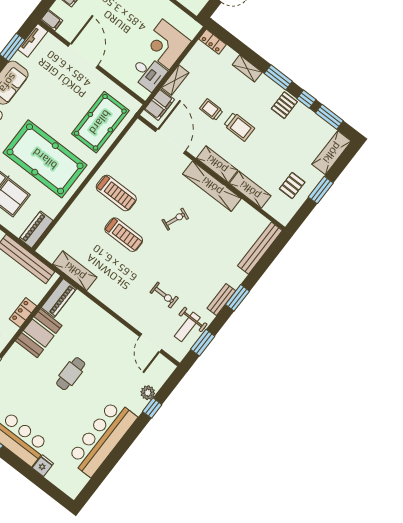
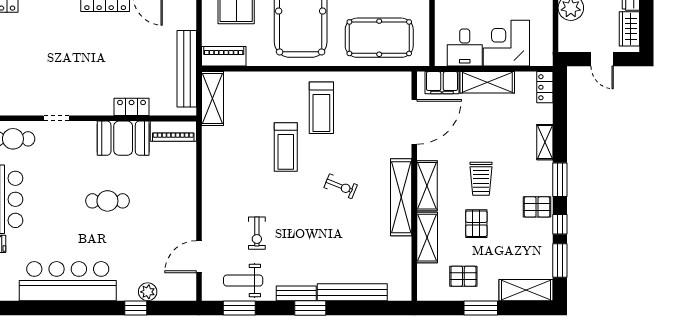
shelving: (175, 80) -> (487, 82), width x1.50, depth x1.33
trolley: (211, 110) -> (477, 138), removed
pallet: (265, 152) -> (476, 224), added
bench: (260, 248) -> (352, 292), moved
shelving: (75, 271) -> (212, 99), moved

